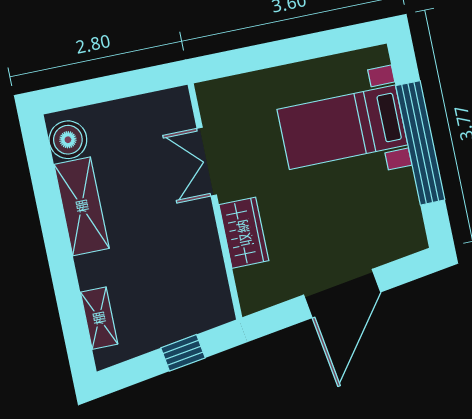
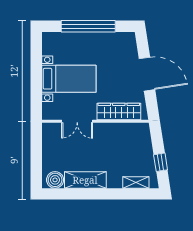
bed with nightstands: (342, 127) -> (69, 79), moved, turned -90
wardrobe: (244, 233) -> (119, 111), width x1.50
window: (183, 353) -> (161, 162), moved

